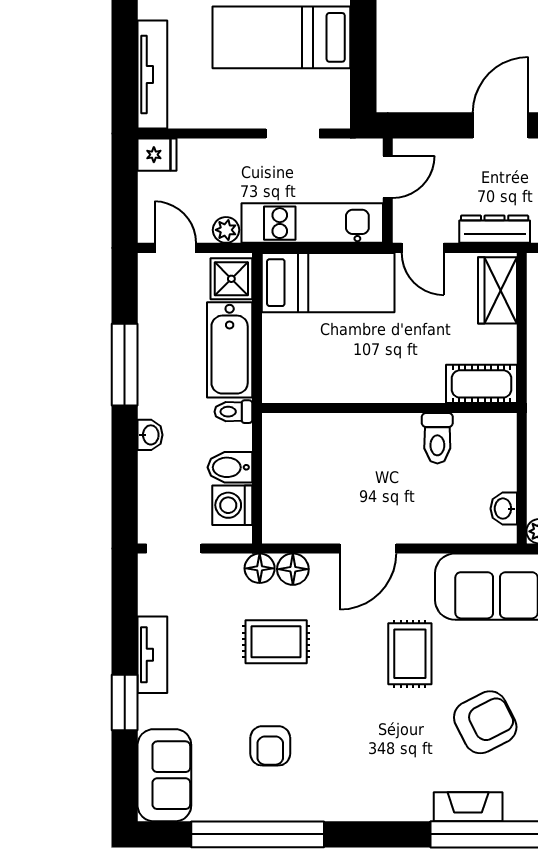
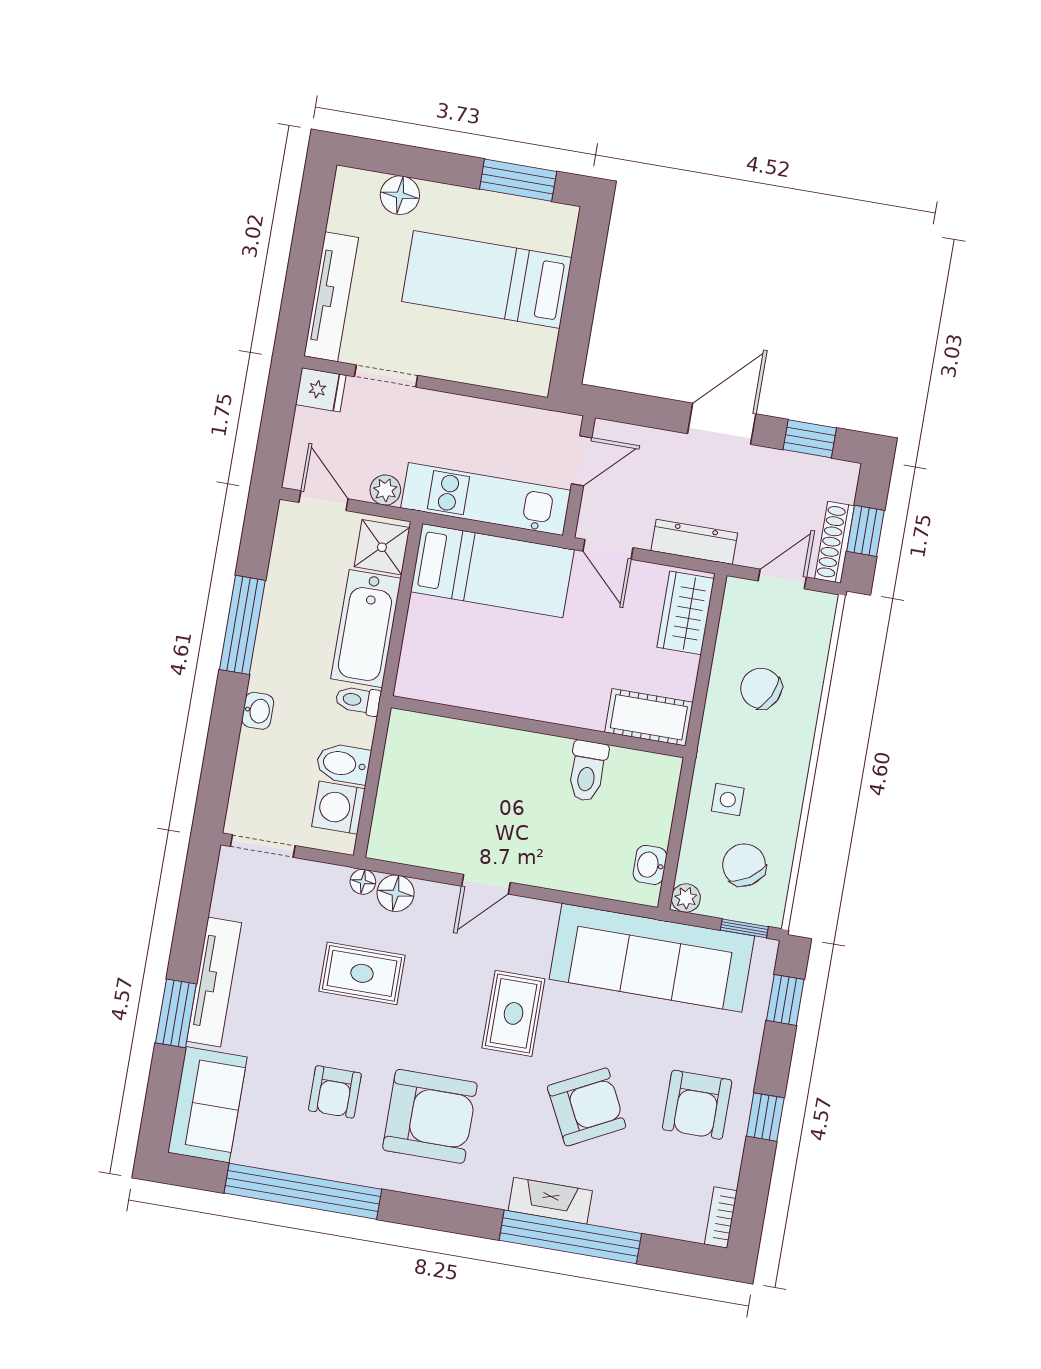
doorway: (293, 134) -> (386, 376), moved
door: (368, 548) -> (486, 884), width x0.73
floor lamp: (260, 568) -> (363, 882), width x0.73, depth x0.73
tv unit: (152, 655) -> (214, 982), width x1.41
armchair: (354, 753) -> (430, 1116), added

